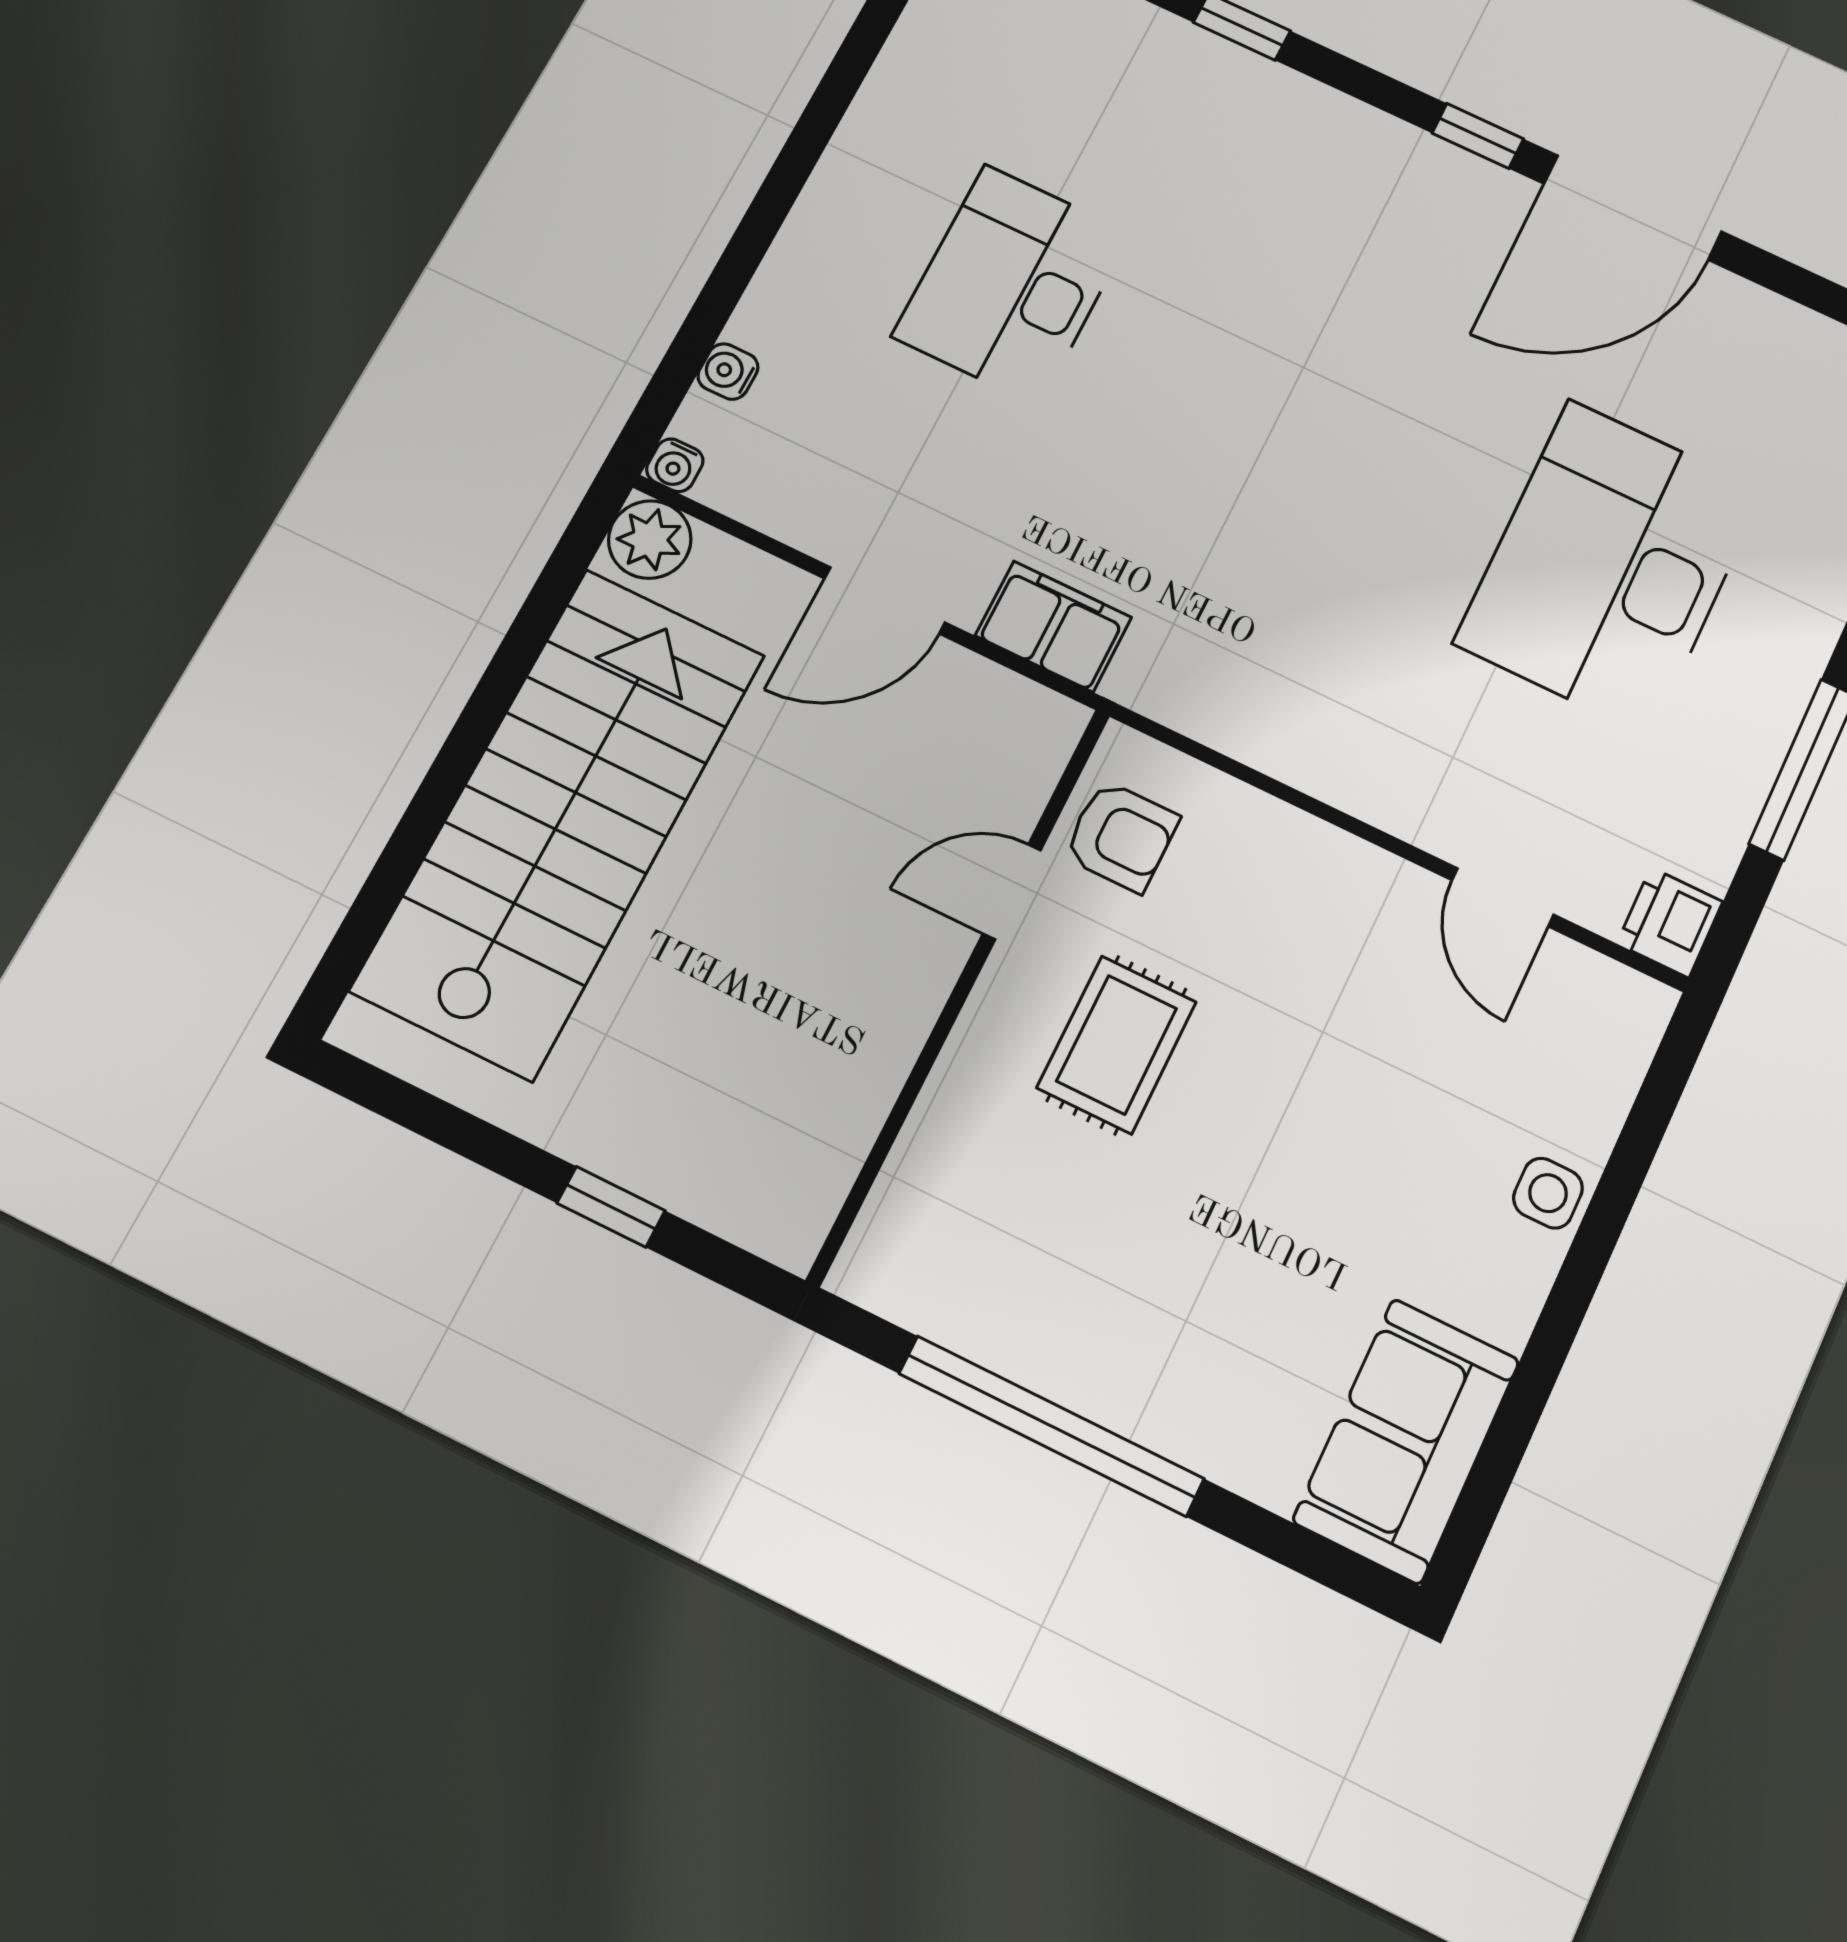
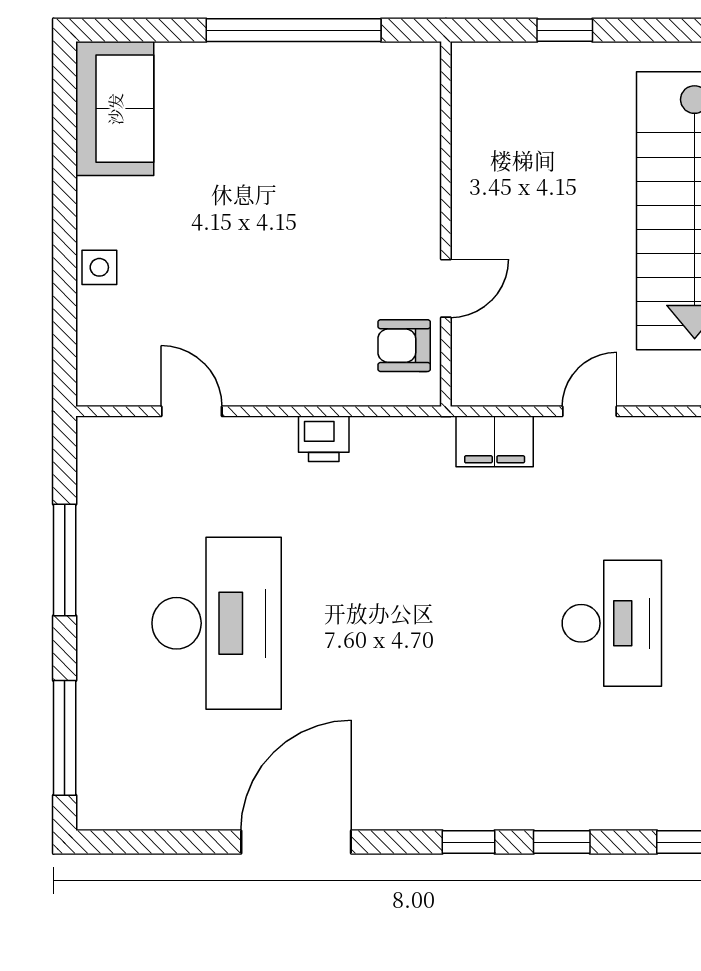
window: (1478, 136) -> (469, 842), moved
door: (885, 600) -> (589, 411), width x0.73
printer: (1670, 922) -> (324, 439), moved, turned 90
rug: (1117, 1045) -> (354, 236), removed

